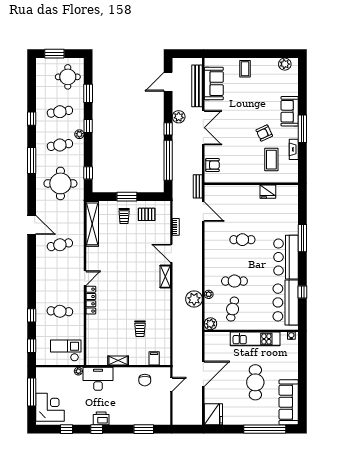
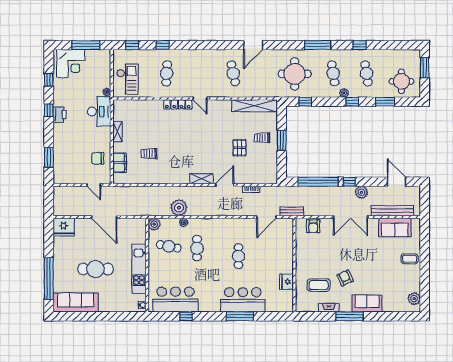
pallet: (147, 214) -> (240, 148), moved
bar counter: (286, 257) -> (243, 300), moved
filing cabinet: (154, 358) -> (120, 163), width x2.00

